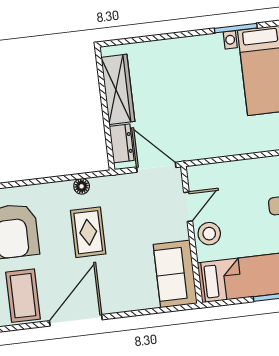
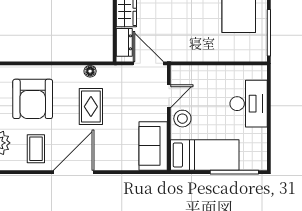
coffee table: (23, 296) -> (36, 149), width x0.73, depth x0.77

